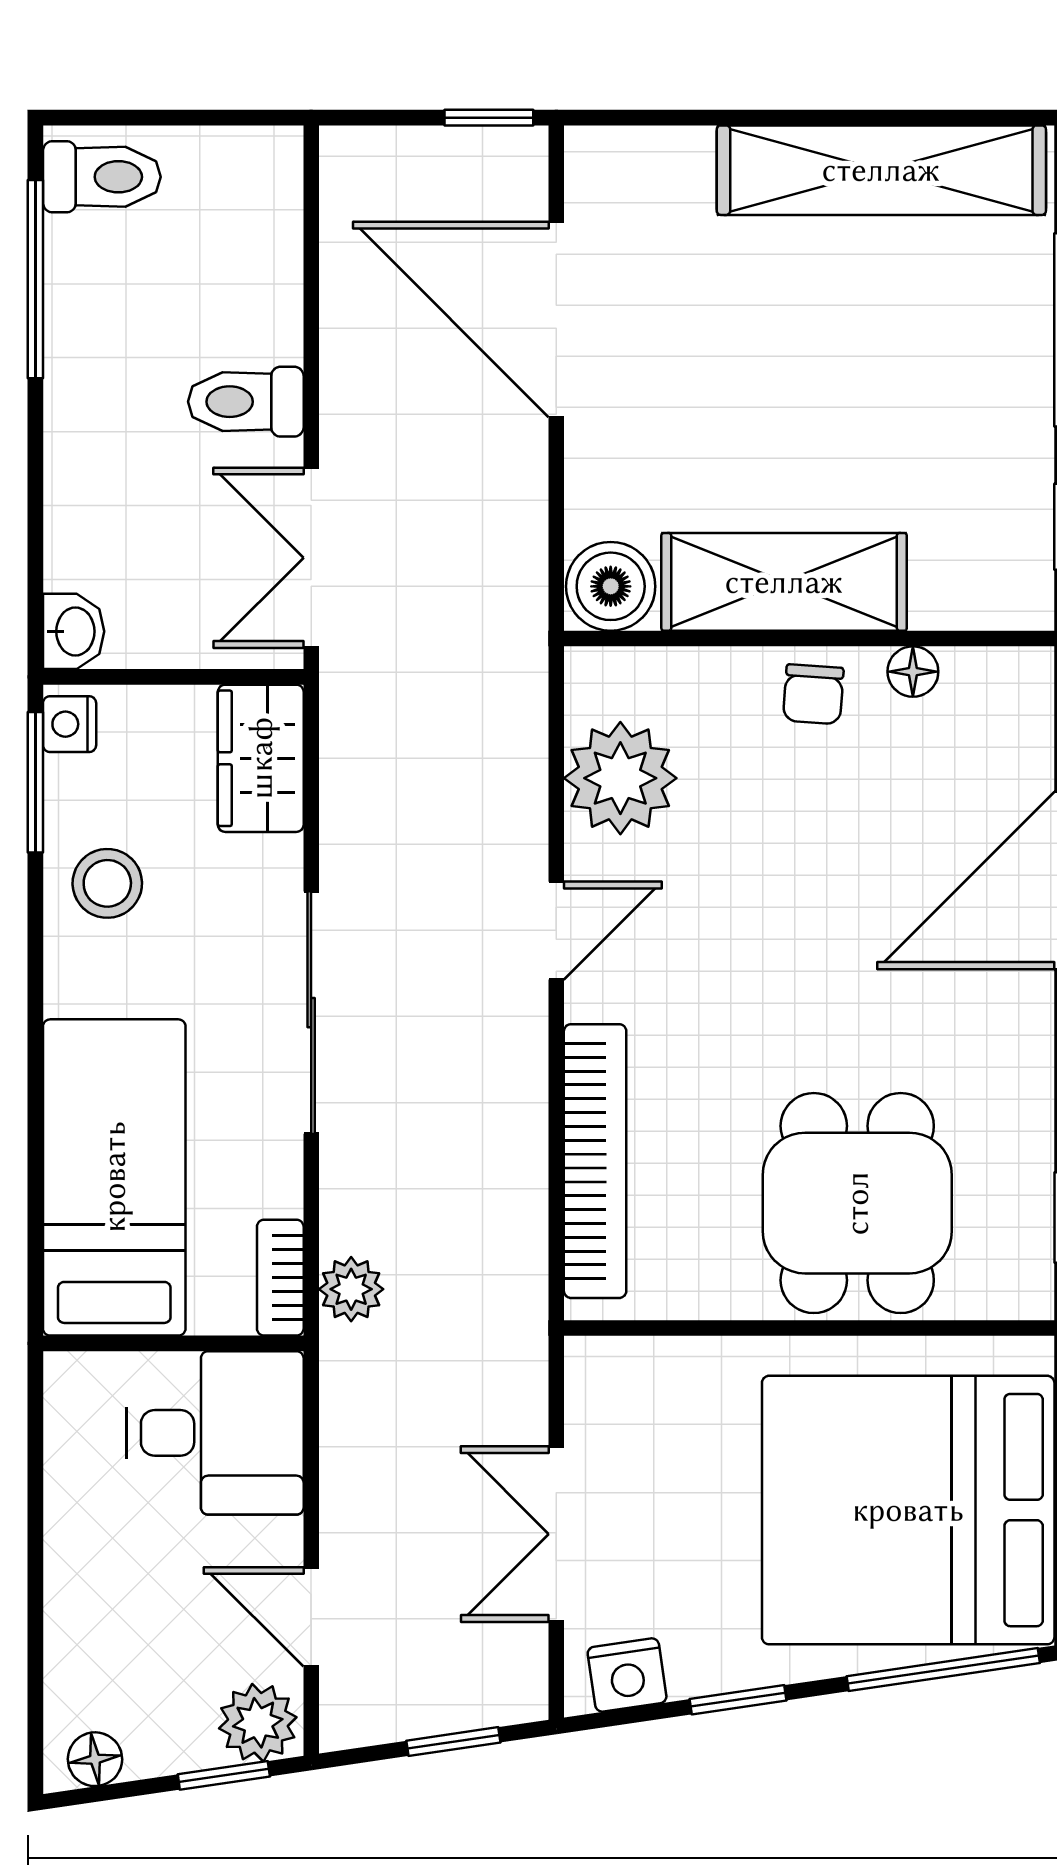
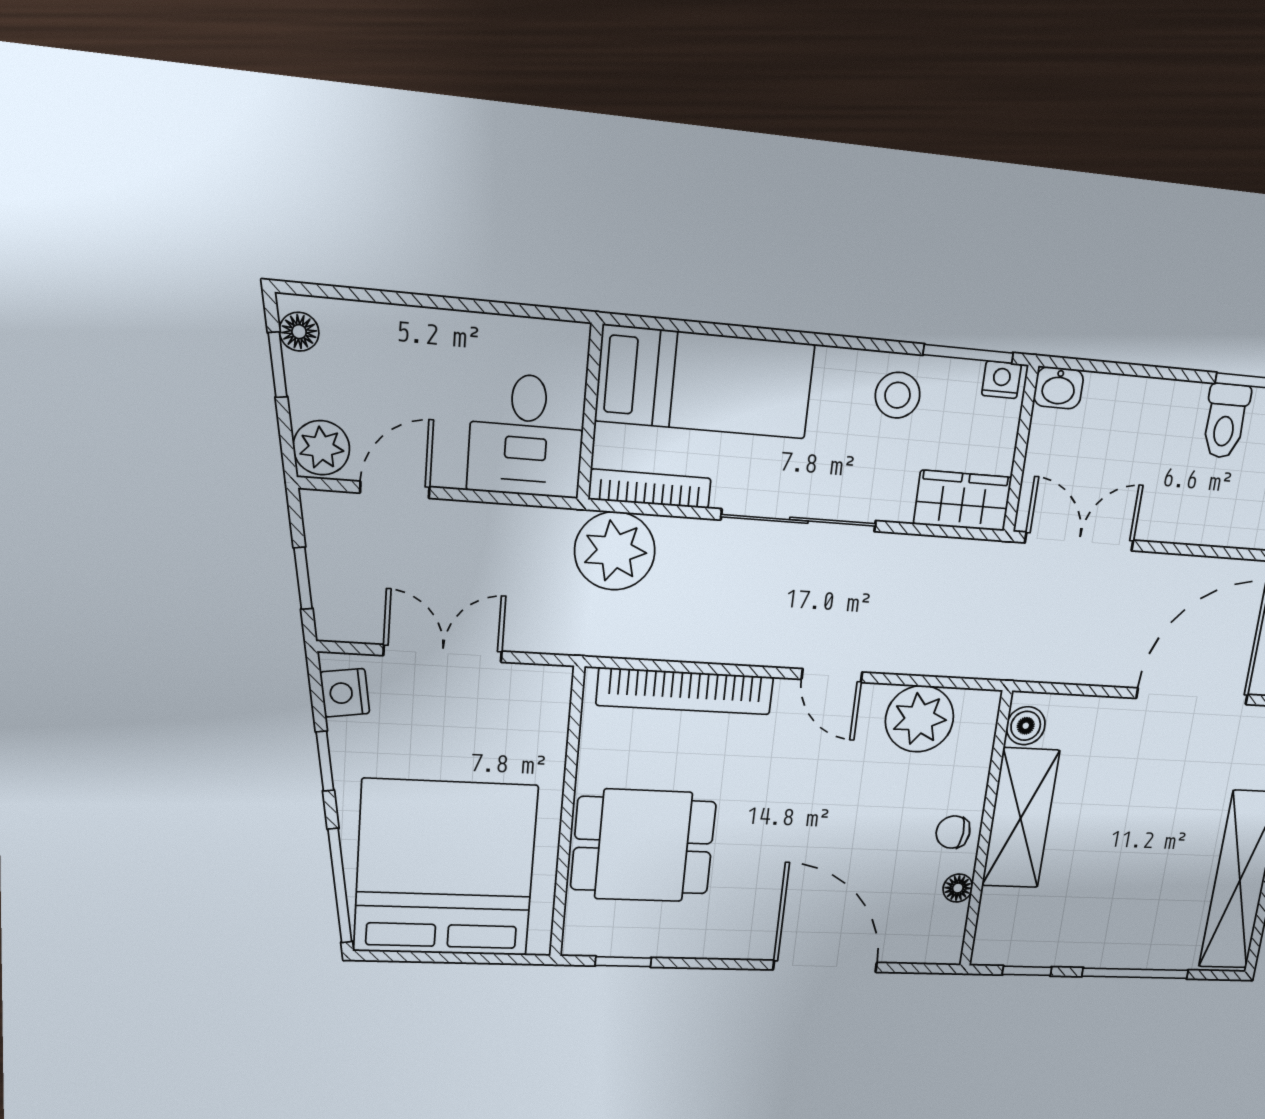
toilet: (246, 402) -> (1225, 421), moved, turned 180
boiler: (611, 586) -> (1026, 726), width x0.73, depth x0.73
bookcase: (280, 1278) -> (650, 489), width x1.56
plant: (351, 1289) -> (615, 551), width x1.87, depth x1.87
window: (224, 1775) -> (278, 365), moved

